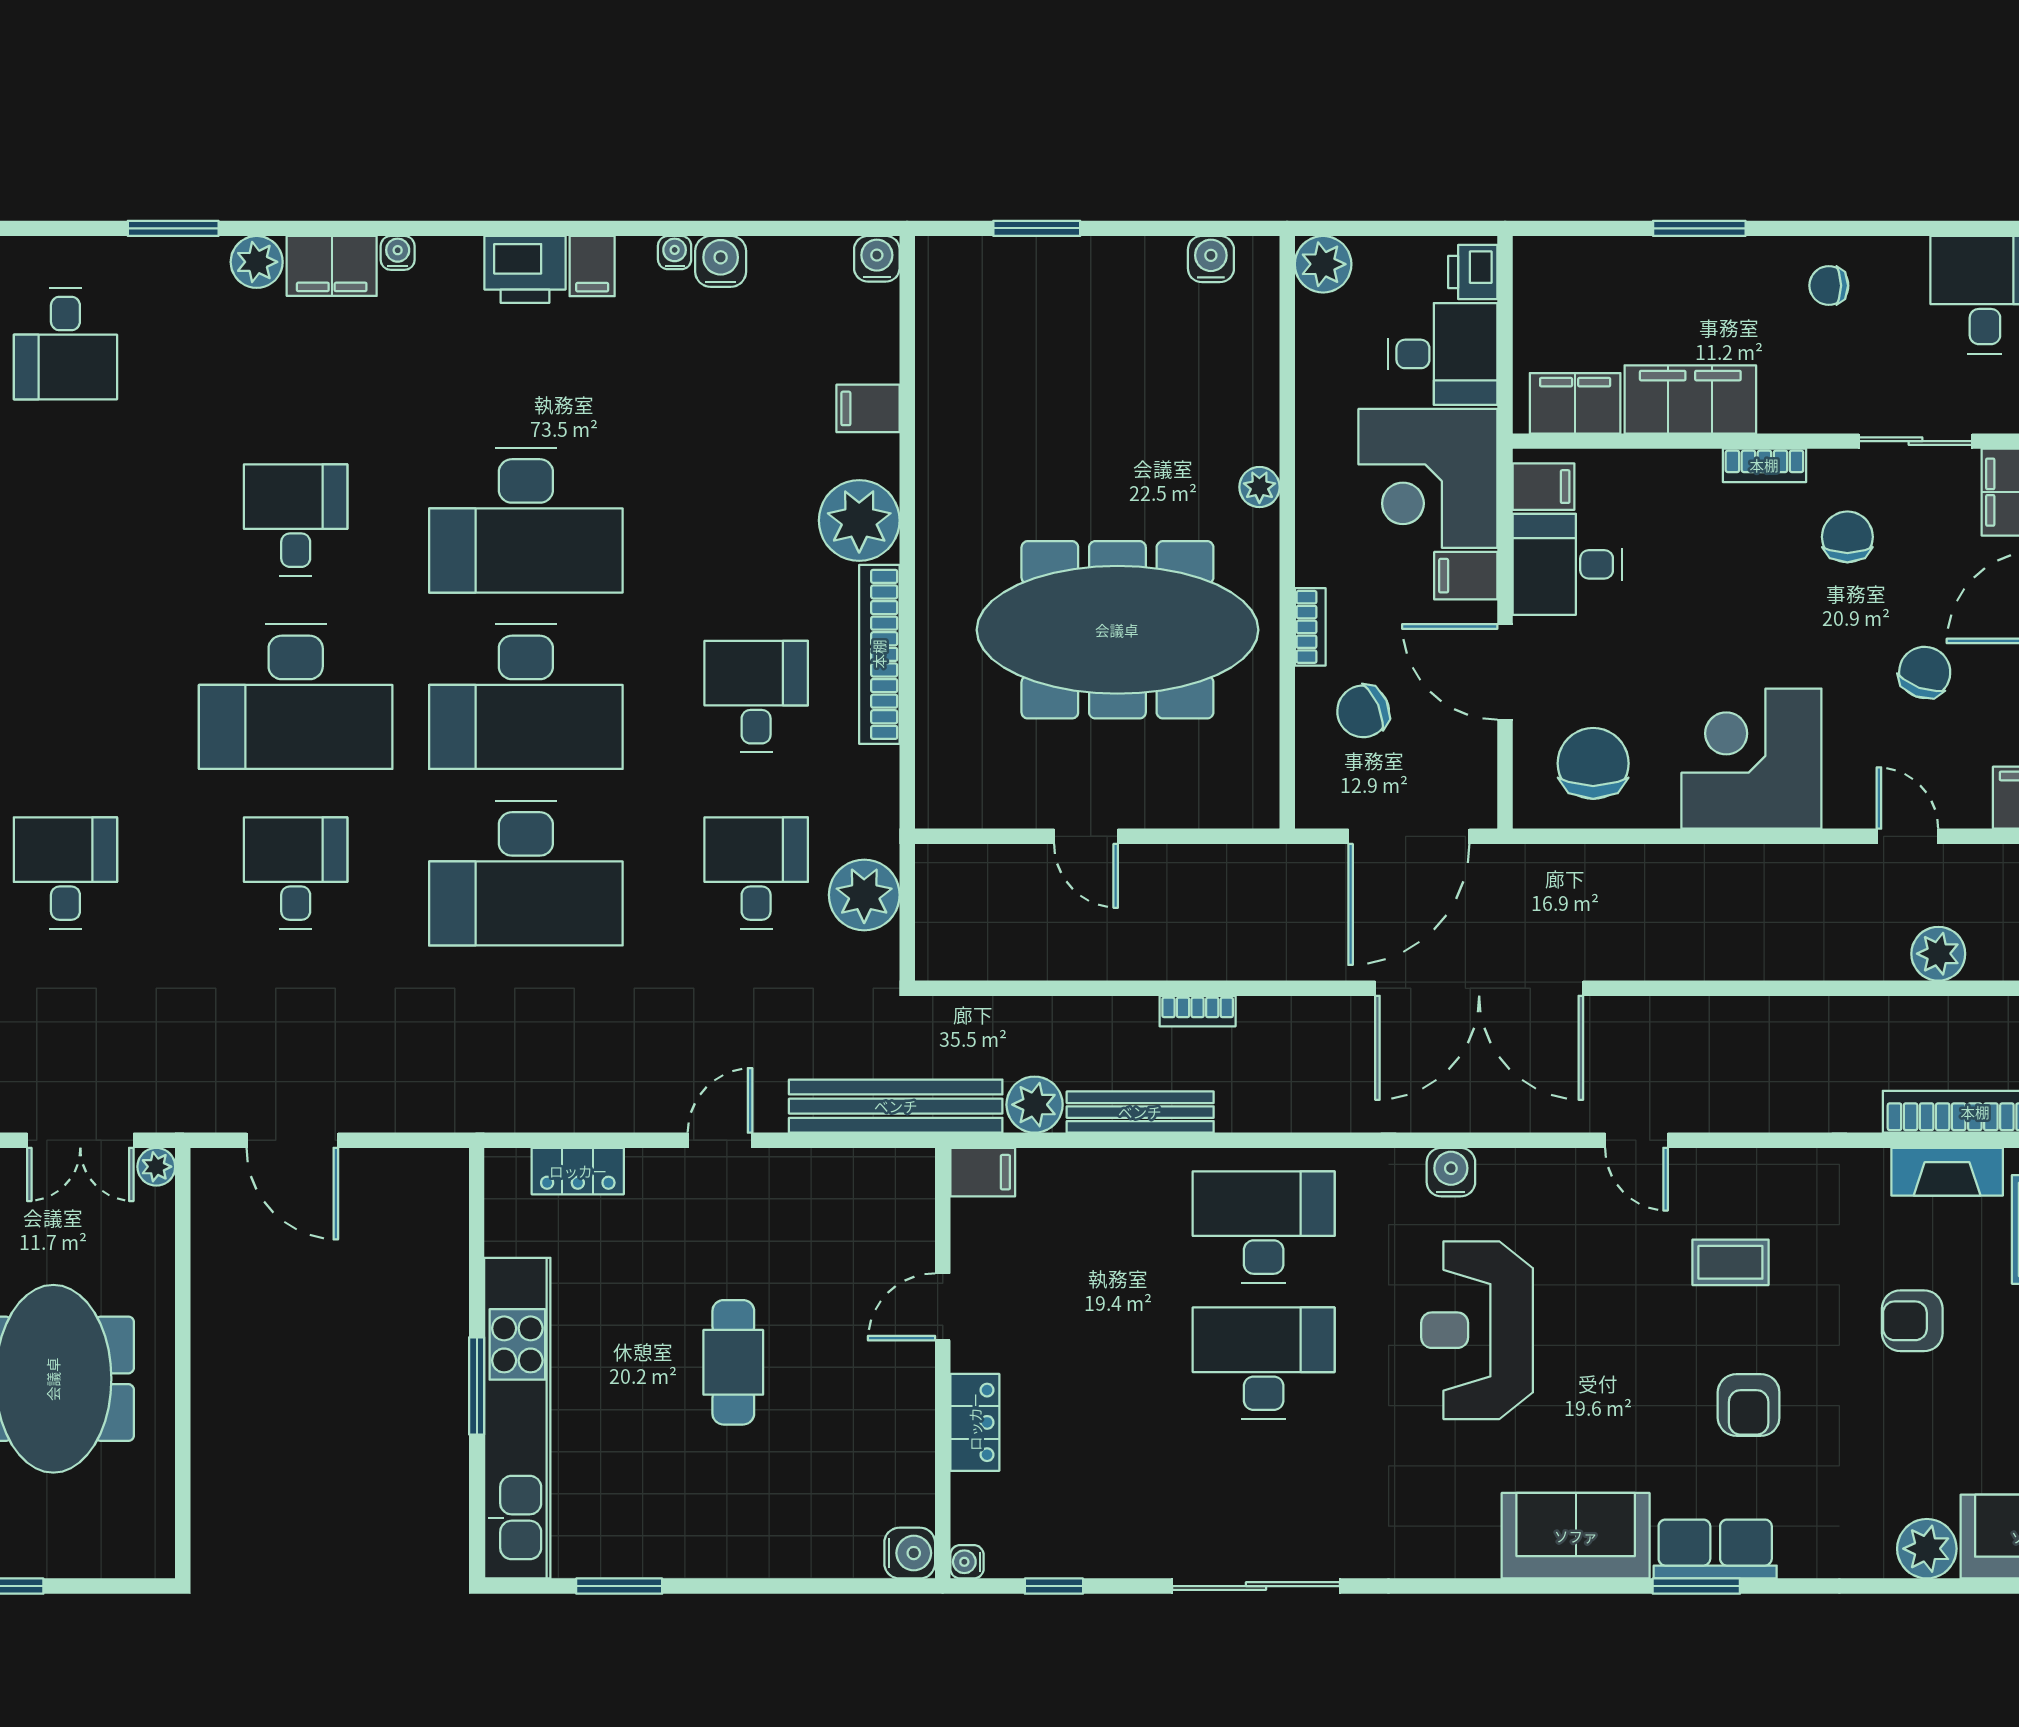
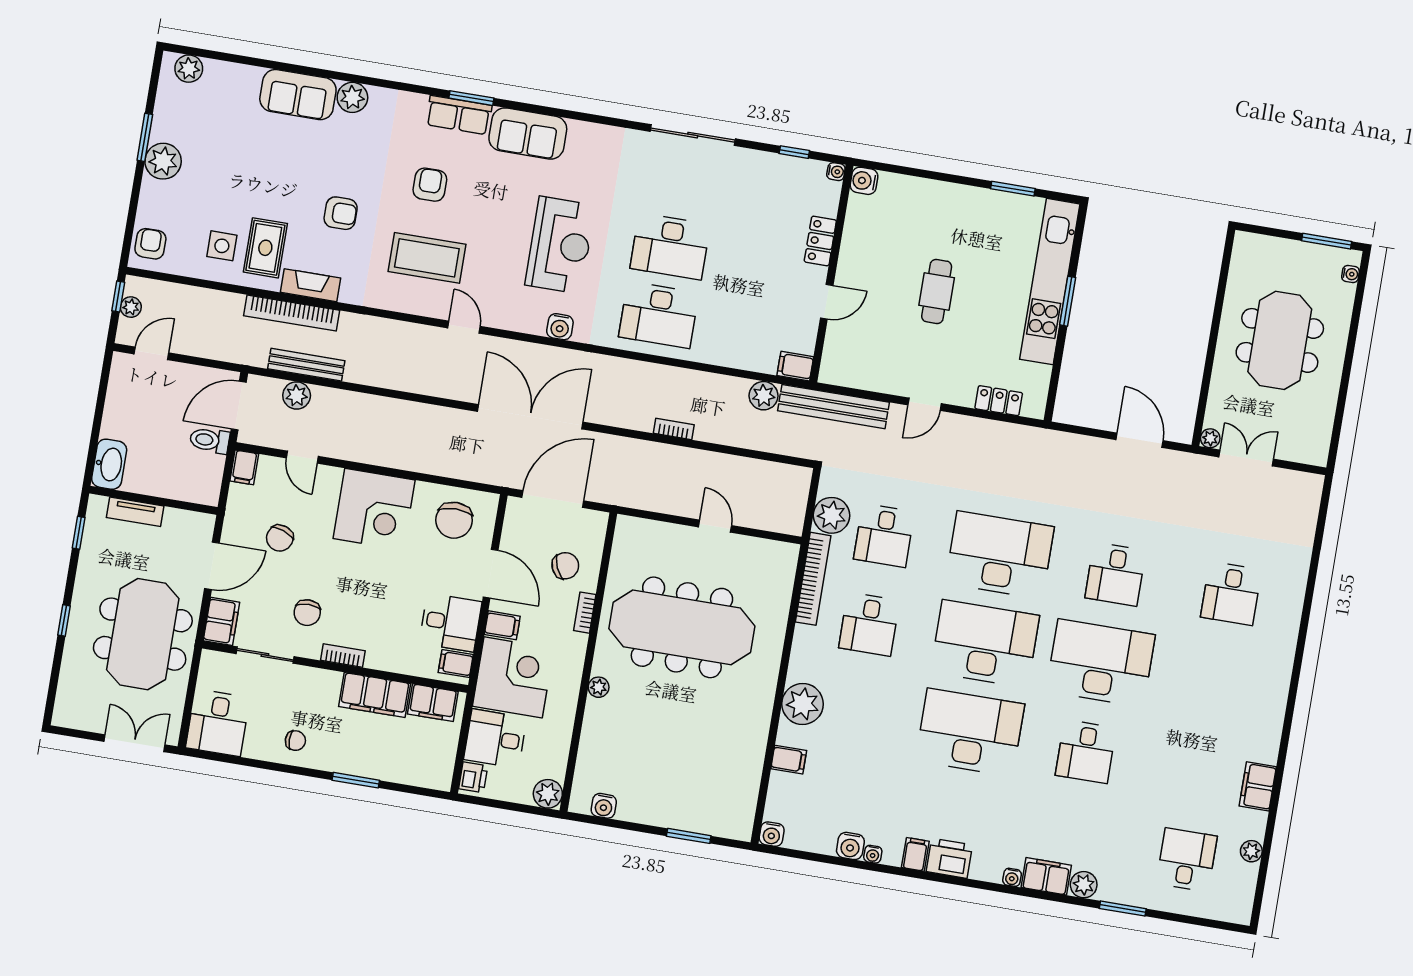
bookcase: (879, 654) -> (813, 579), moved
bench: (1140, 1112) -> (306, 365), moved
coffee table: (1730, 1262) -> (427, 258), width x1.86, depth x1.72

